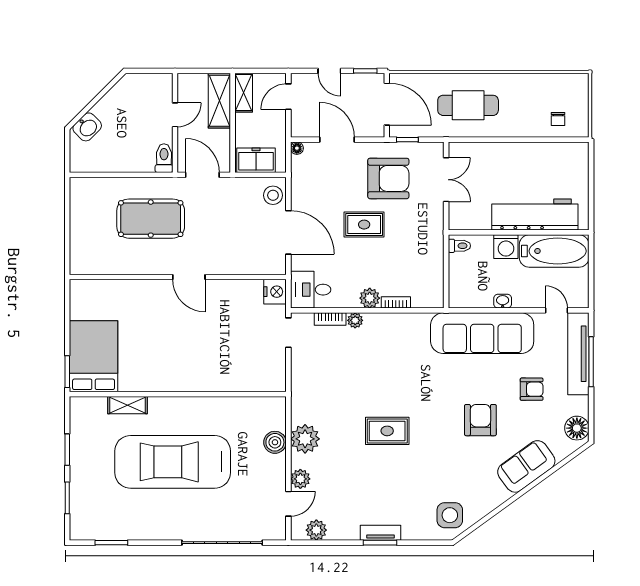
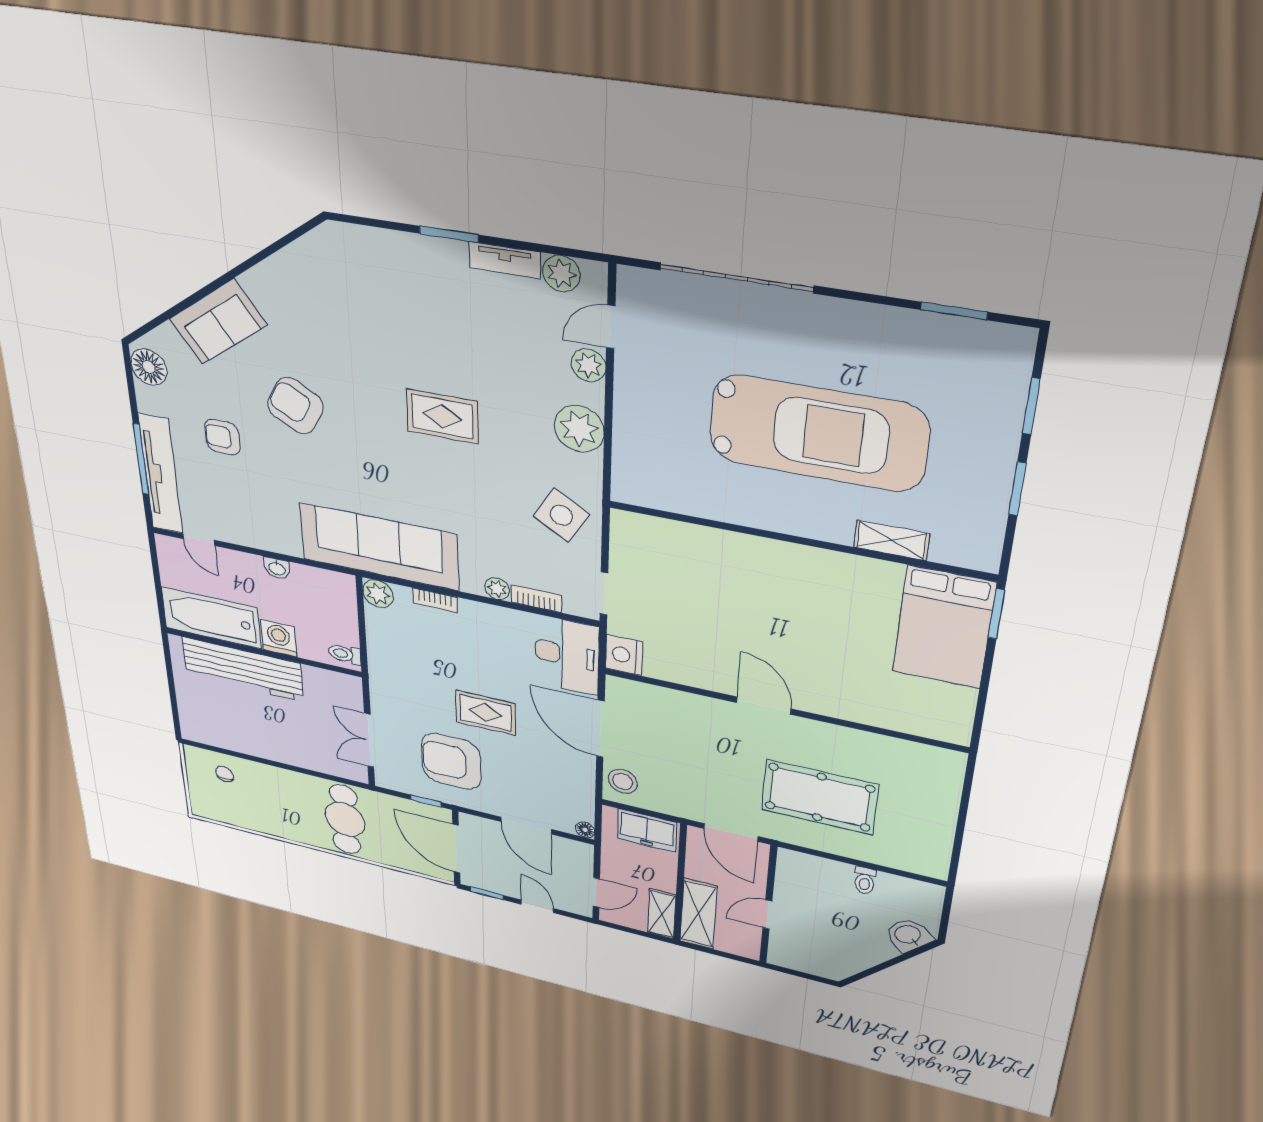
cafe table: (468, 105) -> (345, 819), turned 90
toilet: (164, 158) -> (865, 881), moved, width x0.73, depth x0.72
desk: (311, 290) -> (567, 655), width x1.37
plant: (370, 298) -> (378, 594), moved
sofa: (482, 333) -> (379, 547), moved
armchair: (480, 420) -> (295, 406), turned 119
boiler: (275, 442) -> (631, 433), removed
side table: (450, 515) -> (561, 515), moved, turned 31
tv unit: (381, 533) -> (505, 260), moved

